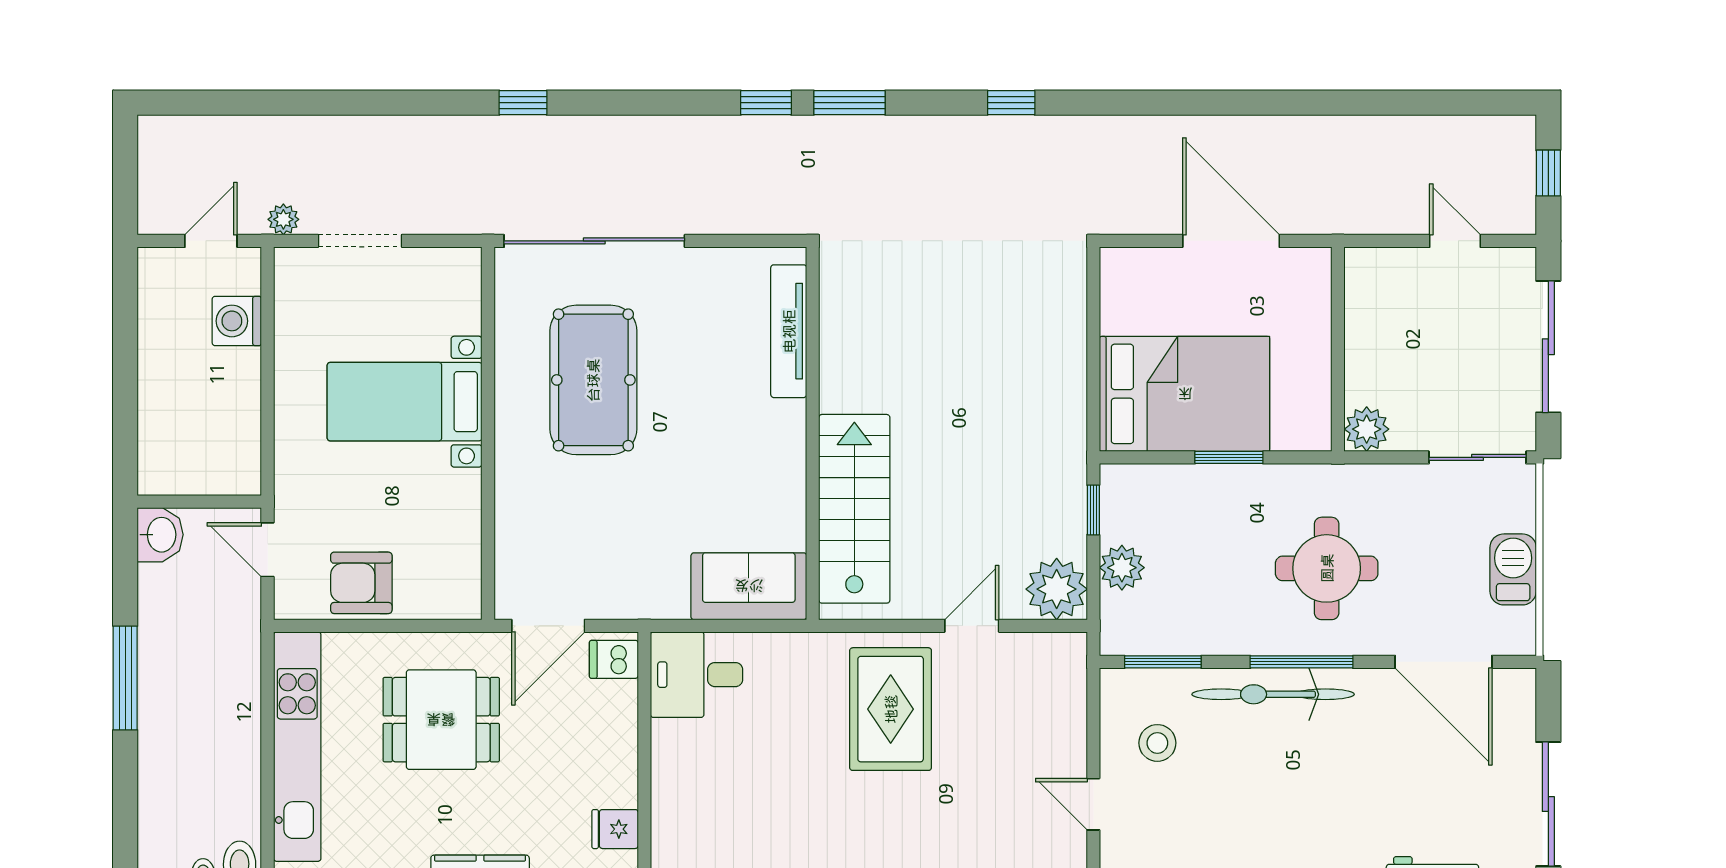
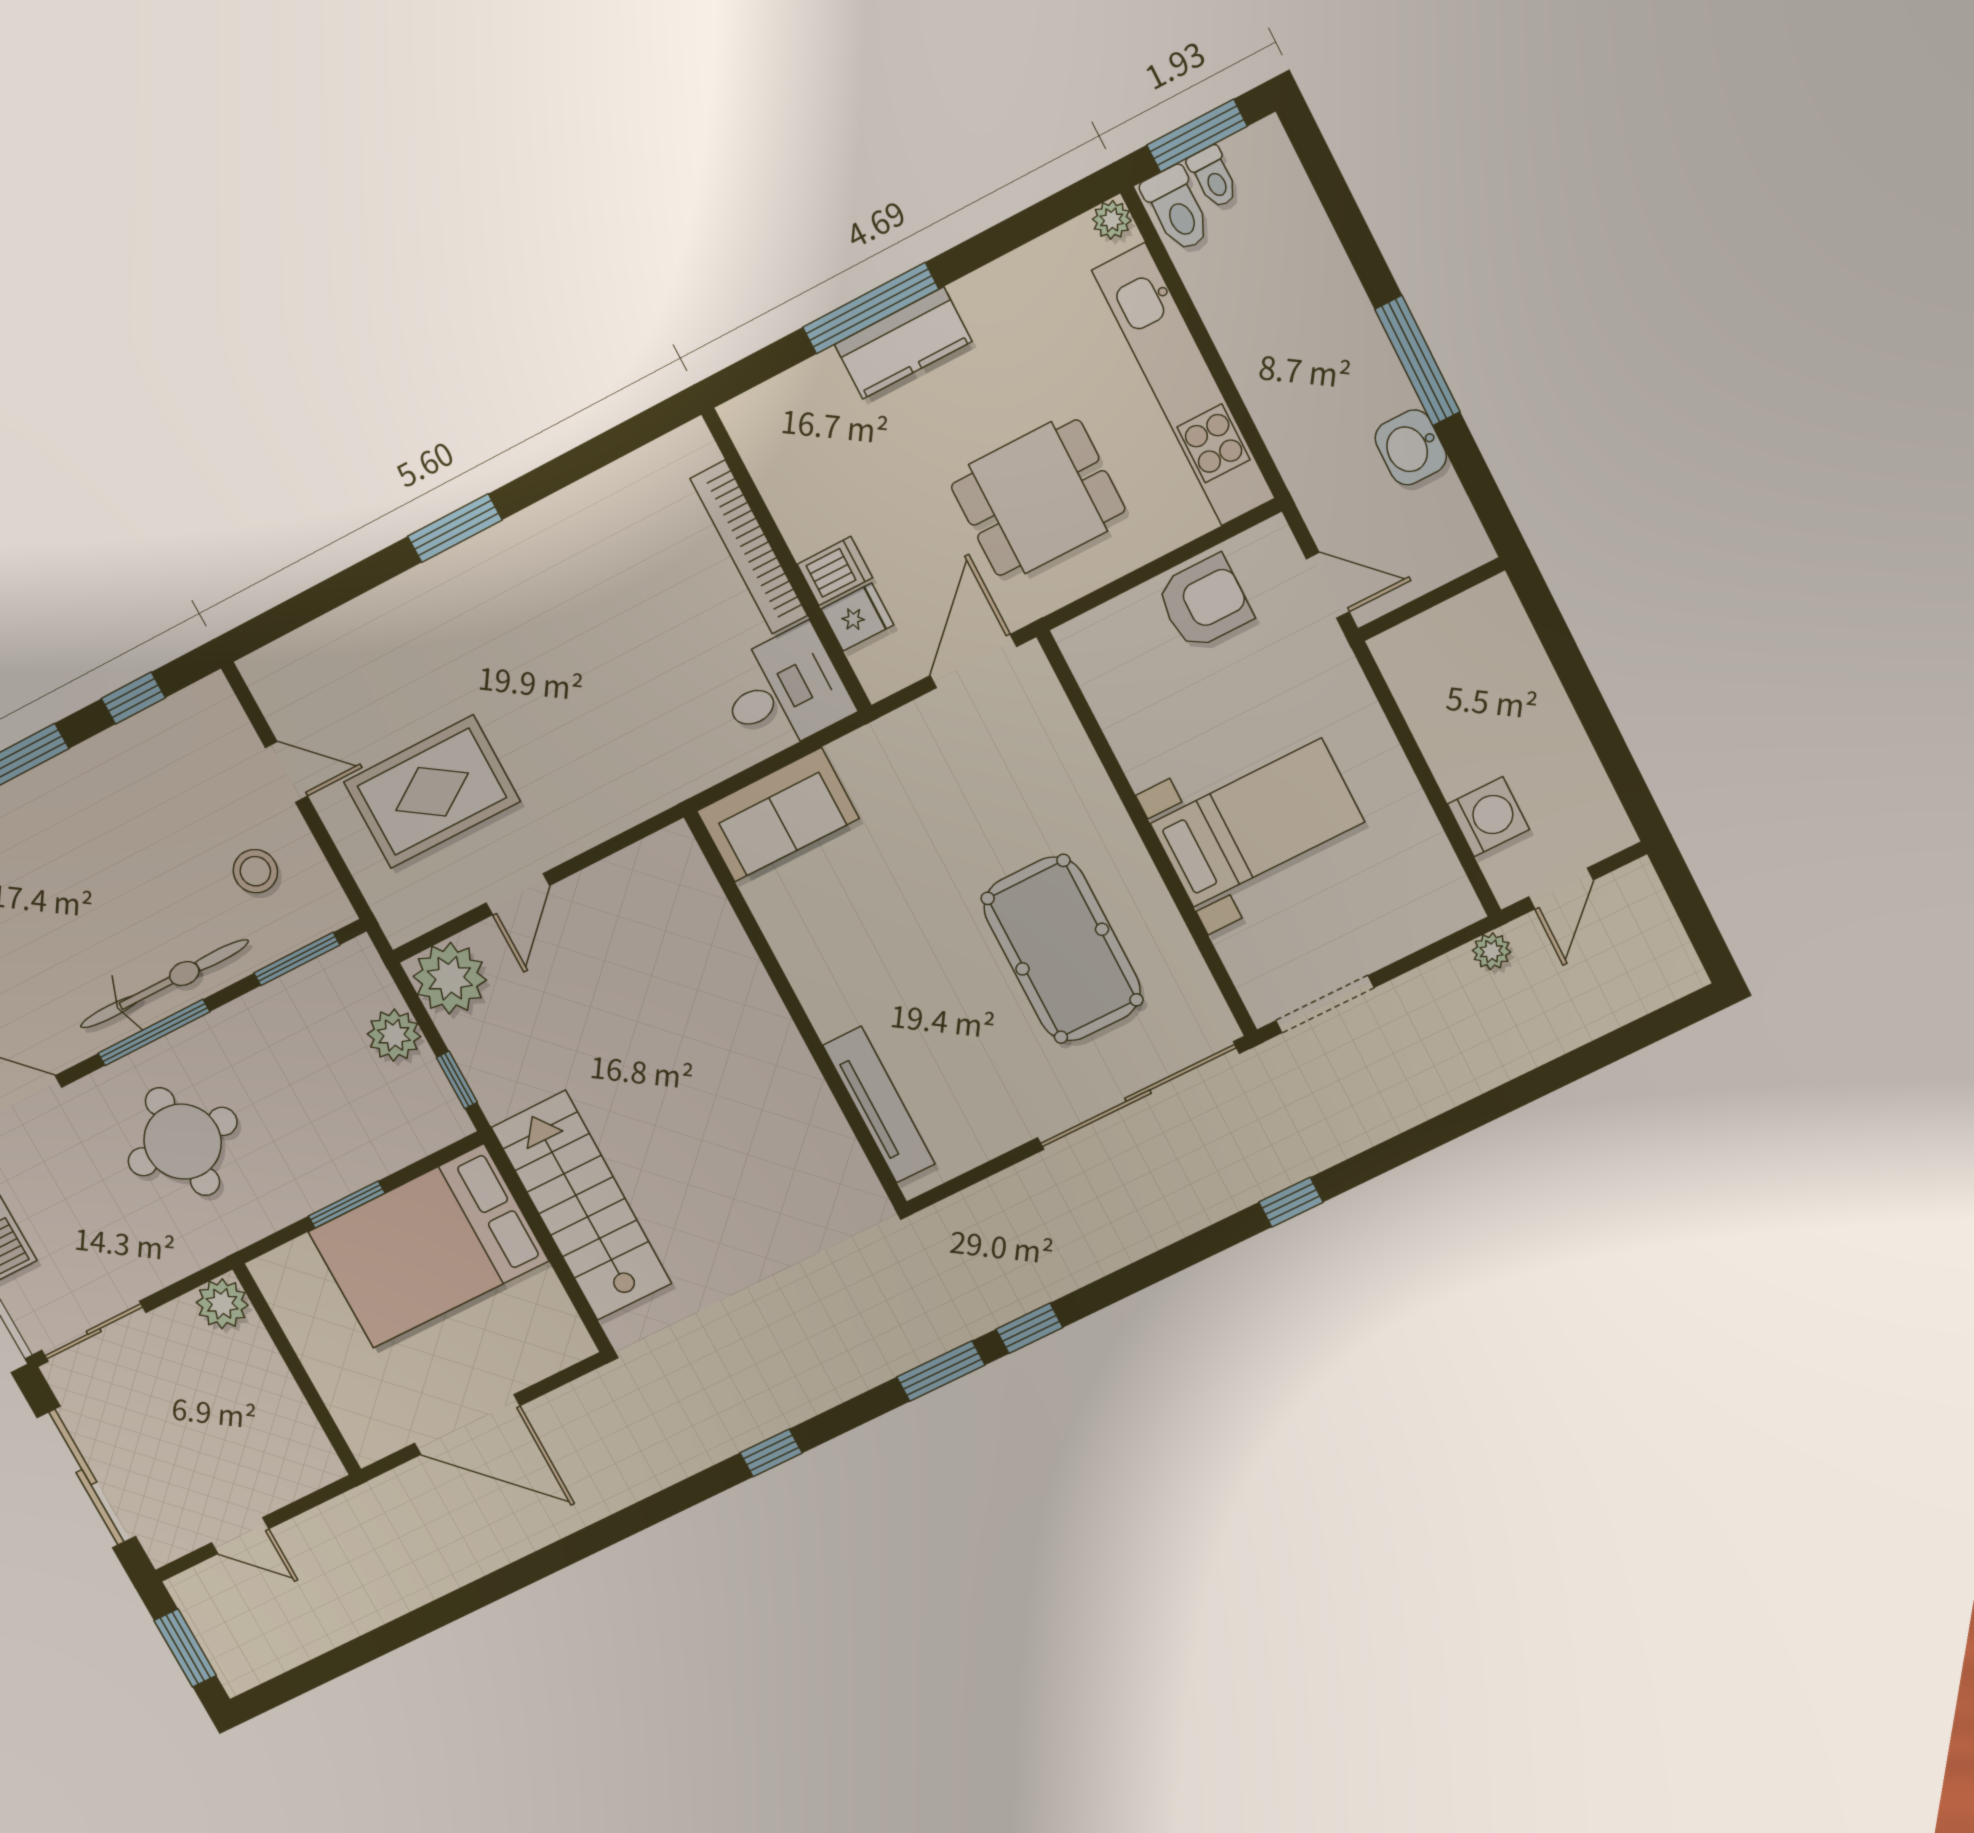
window: (1548, 173) -> (185, 1648), width x1.50
doorway: (360, 241) -> (1325, 1004), moved
stairs: (854, 509) -> (582, 1206), moved, turned 180
washbasin: (160, 535) -> (1411, 447), moved
dishwasher: (614, 659) -> (835, 571), moved
rug: (891, 709) -> (432, 792), moved, turned 90
bookcase: (667, 792) -> (749, 547), added
fridge: (615, 829) -> (857, 617), moved

